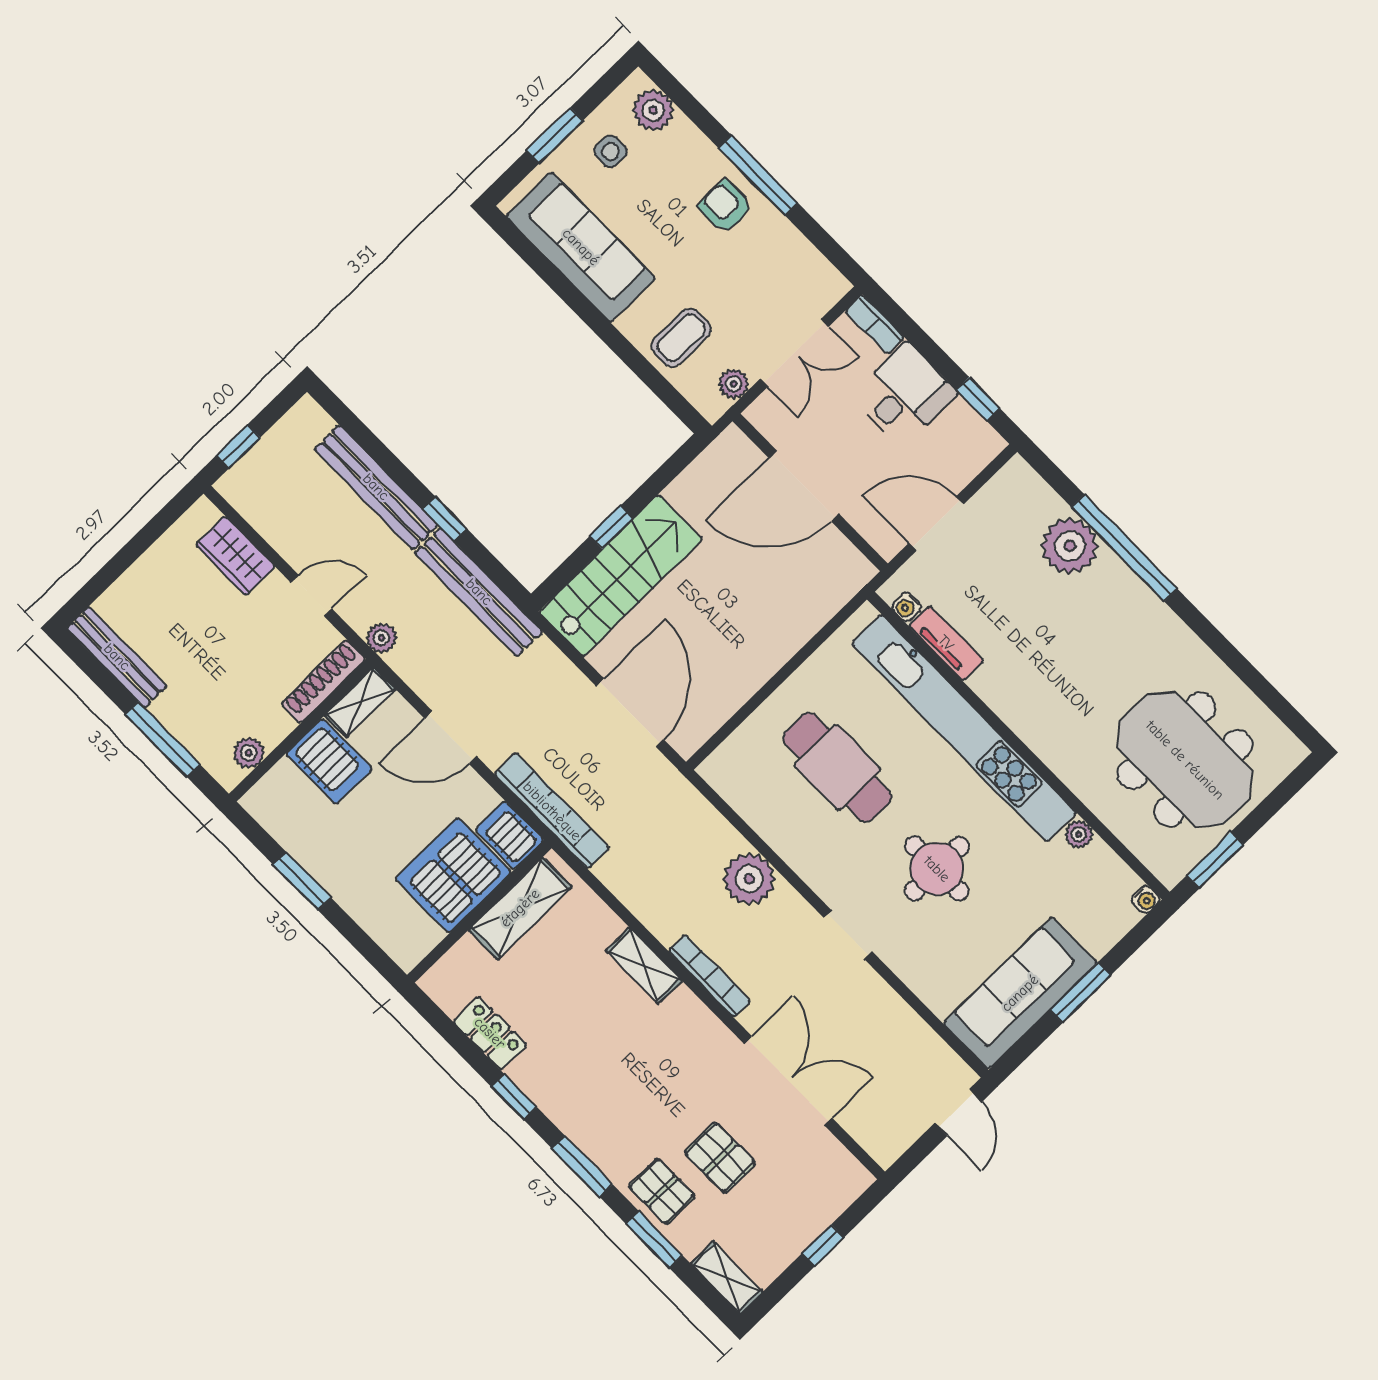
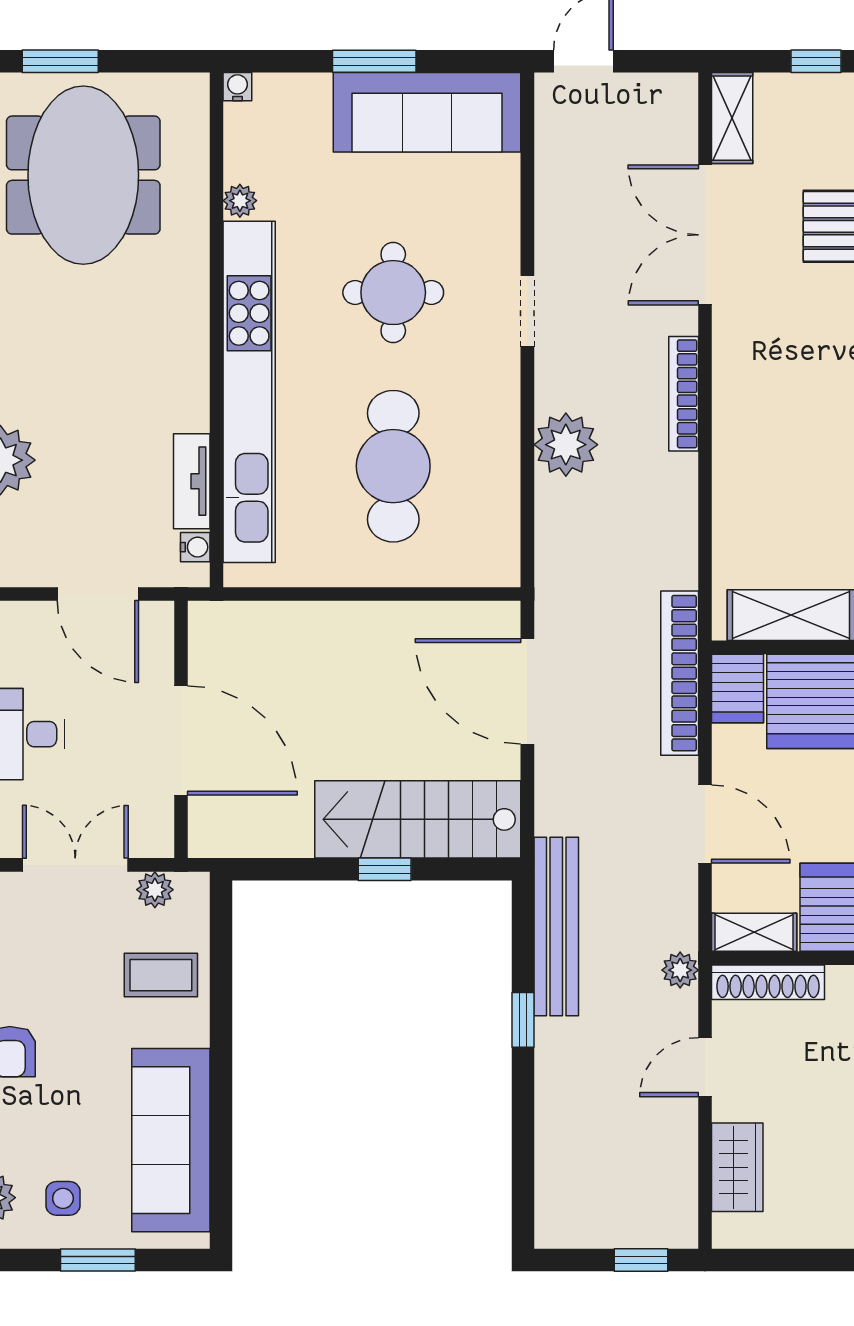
bench: (376, 487) -> (556, 1106), removed
door: (311, 596) -> (705, 1067), hinge flipped
door: (630, 713) -> (527, 691), hinge flipped
window: (1215, 860) -> (60, 61), moved
shelving: (644, 966) -> (732, 118), moved

